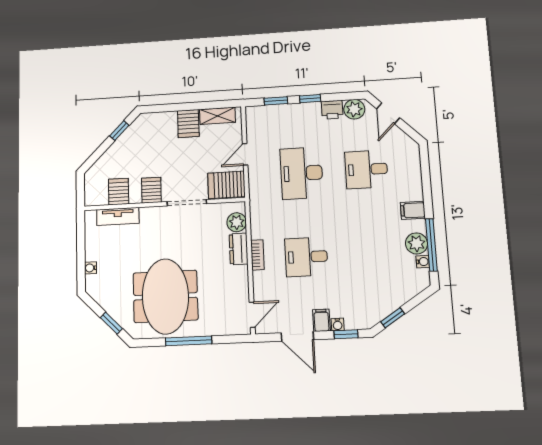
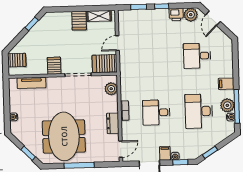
desk: (302, 173) -> (199, 111), moved
server rack: (118, 192) -> (17, 60), moved, turned 90
dresser: (239, 249) -> (113, 123), moved

